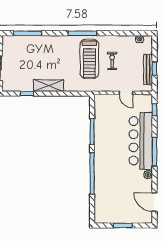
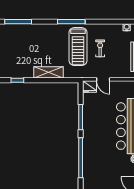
shelving: (49, 86) -> (48, 72), moved
door: (126, 93) -> (103, 79), moved
fridge: (101, 100) -> (90, 87), added

